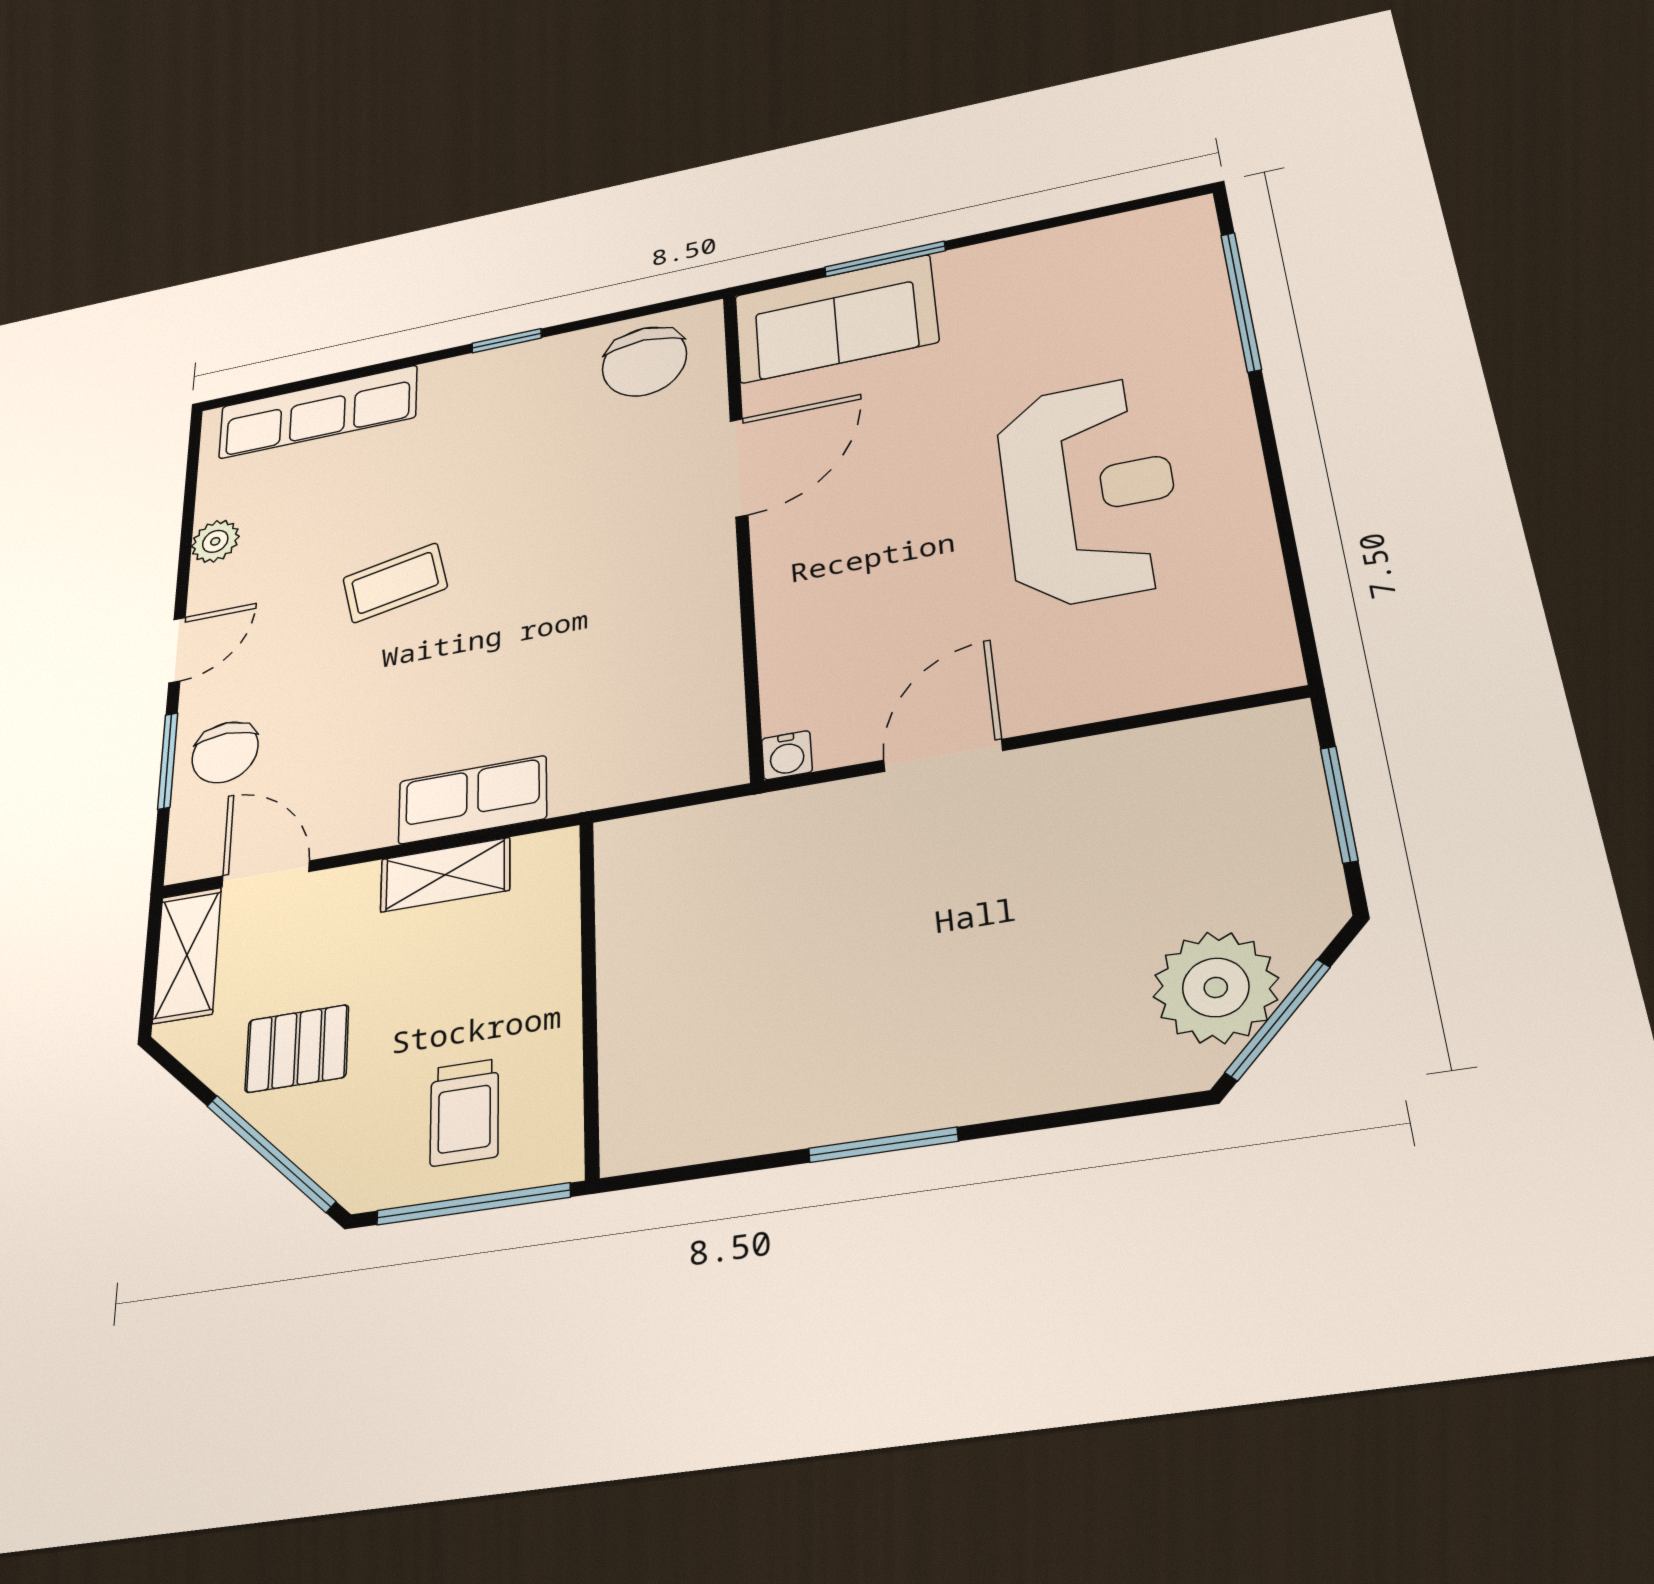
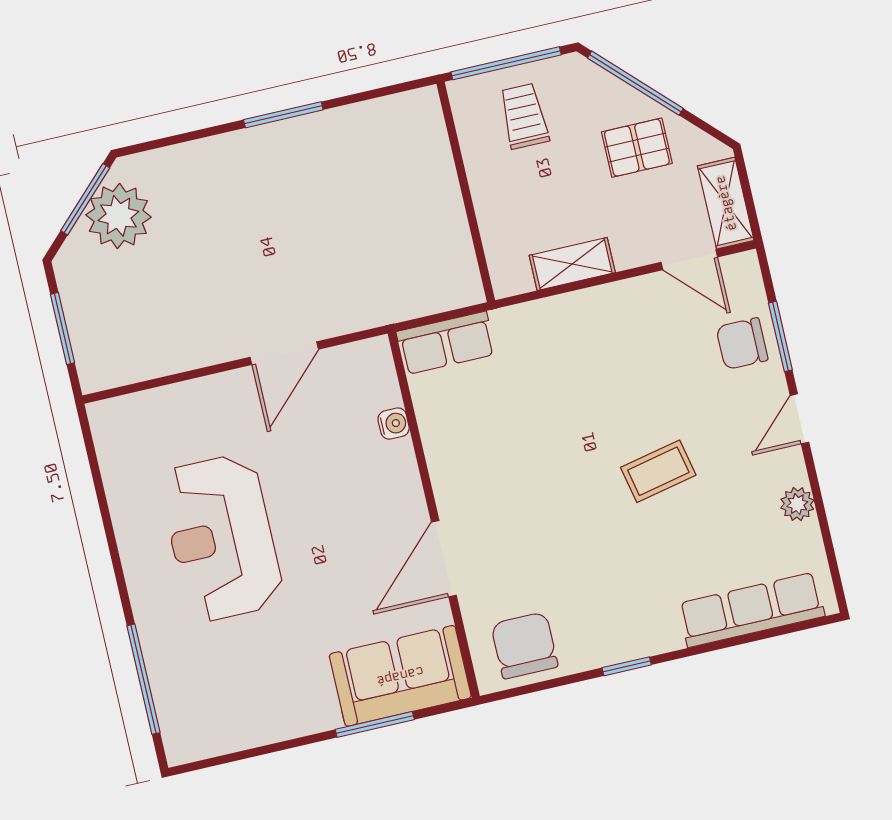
chair: (225, 752) -> (742, 344), turned -90
water cooler: (787, 755) -> (394, 424), moved, turned 90
row of seats: (472, 800) -> (446, 343), moved

